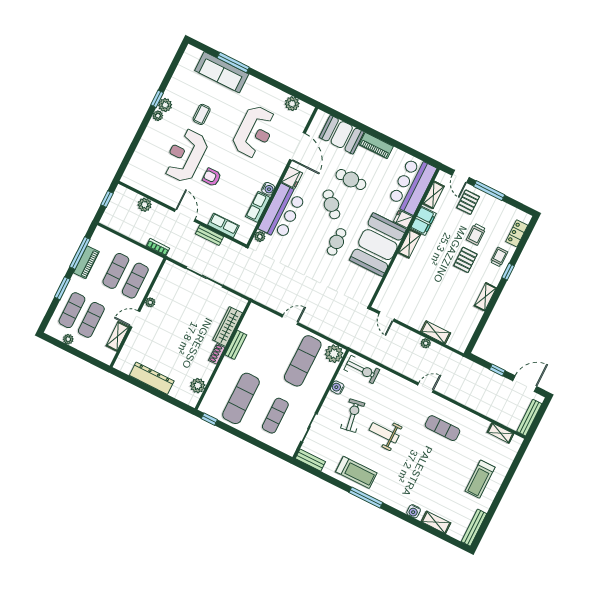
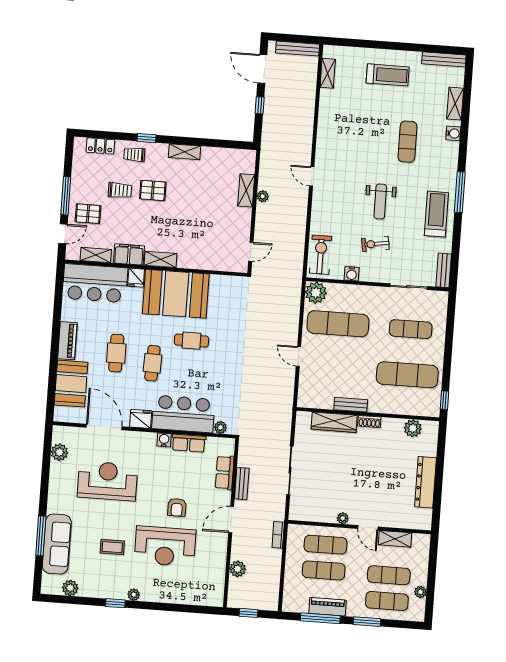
plant: (165, 105) -> (70, 588), moved
door: (297, 146) -> (104, 427), hinge flipped
cafe table: (331, 204) -> (152, 363), turned -43
exercise bike: (353, 416) -> (375, 244), width x0.73, depth x0.72
exercise mat: (442, 428) -> (407, 142), moved

